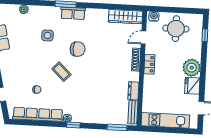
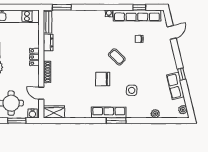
window: (171, 10) -> (17, 121), added
row of seats: (73, 13) -> (109, 112), width x1.48
wardrobe: (126, 17) -> (54, 112), width x0.67
door: (143, 37) -> (41, 93), swing flipped
locker: (149, 64) -> (34, 57), moved
window: (73, 125) -> (139, 7), moved

